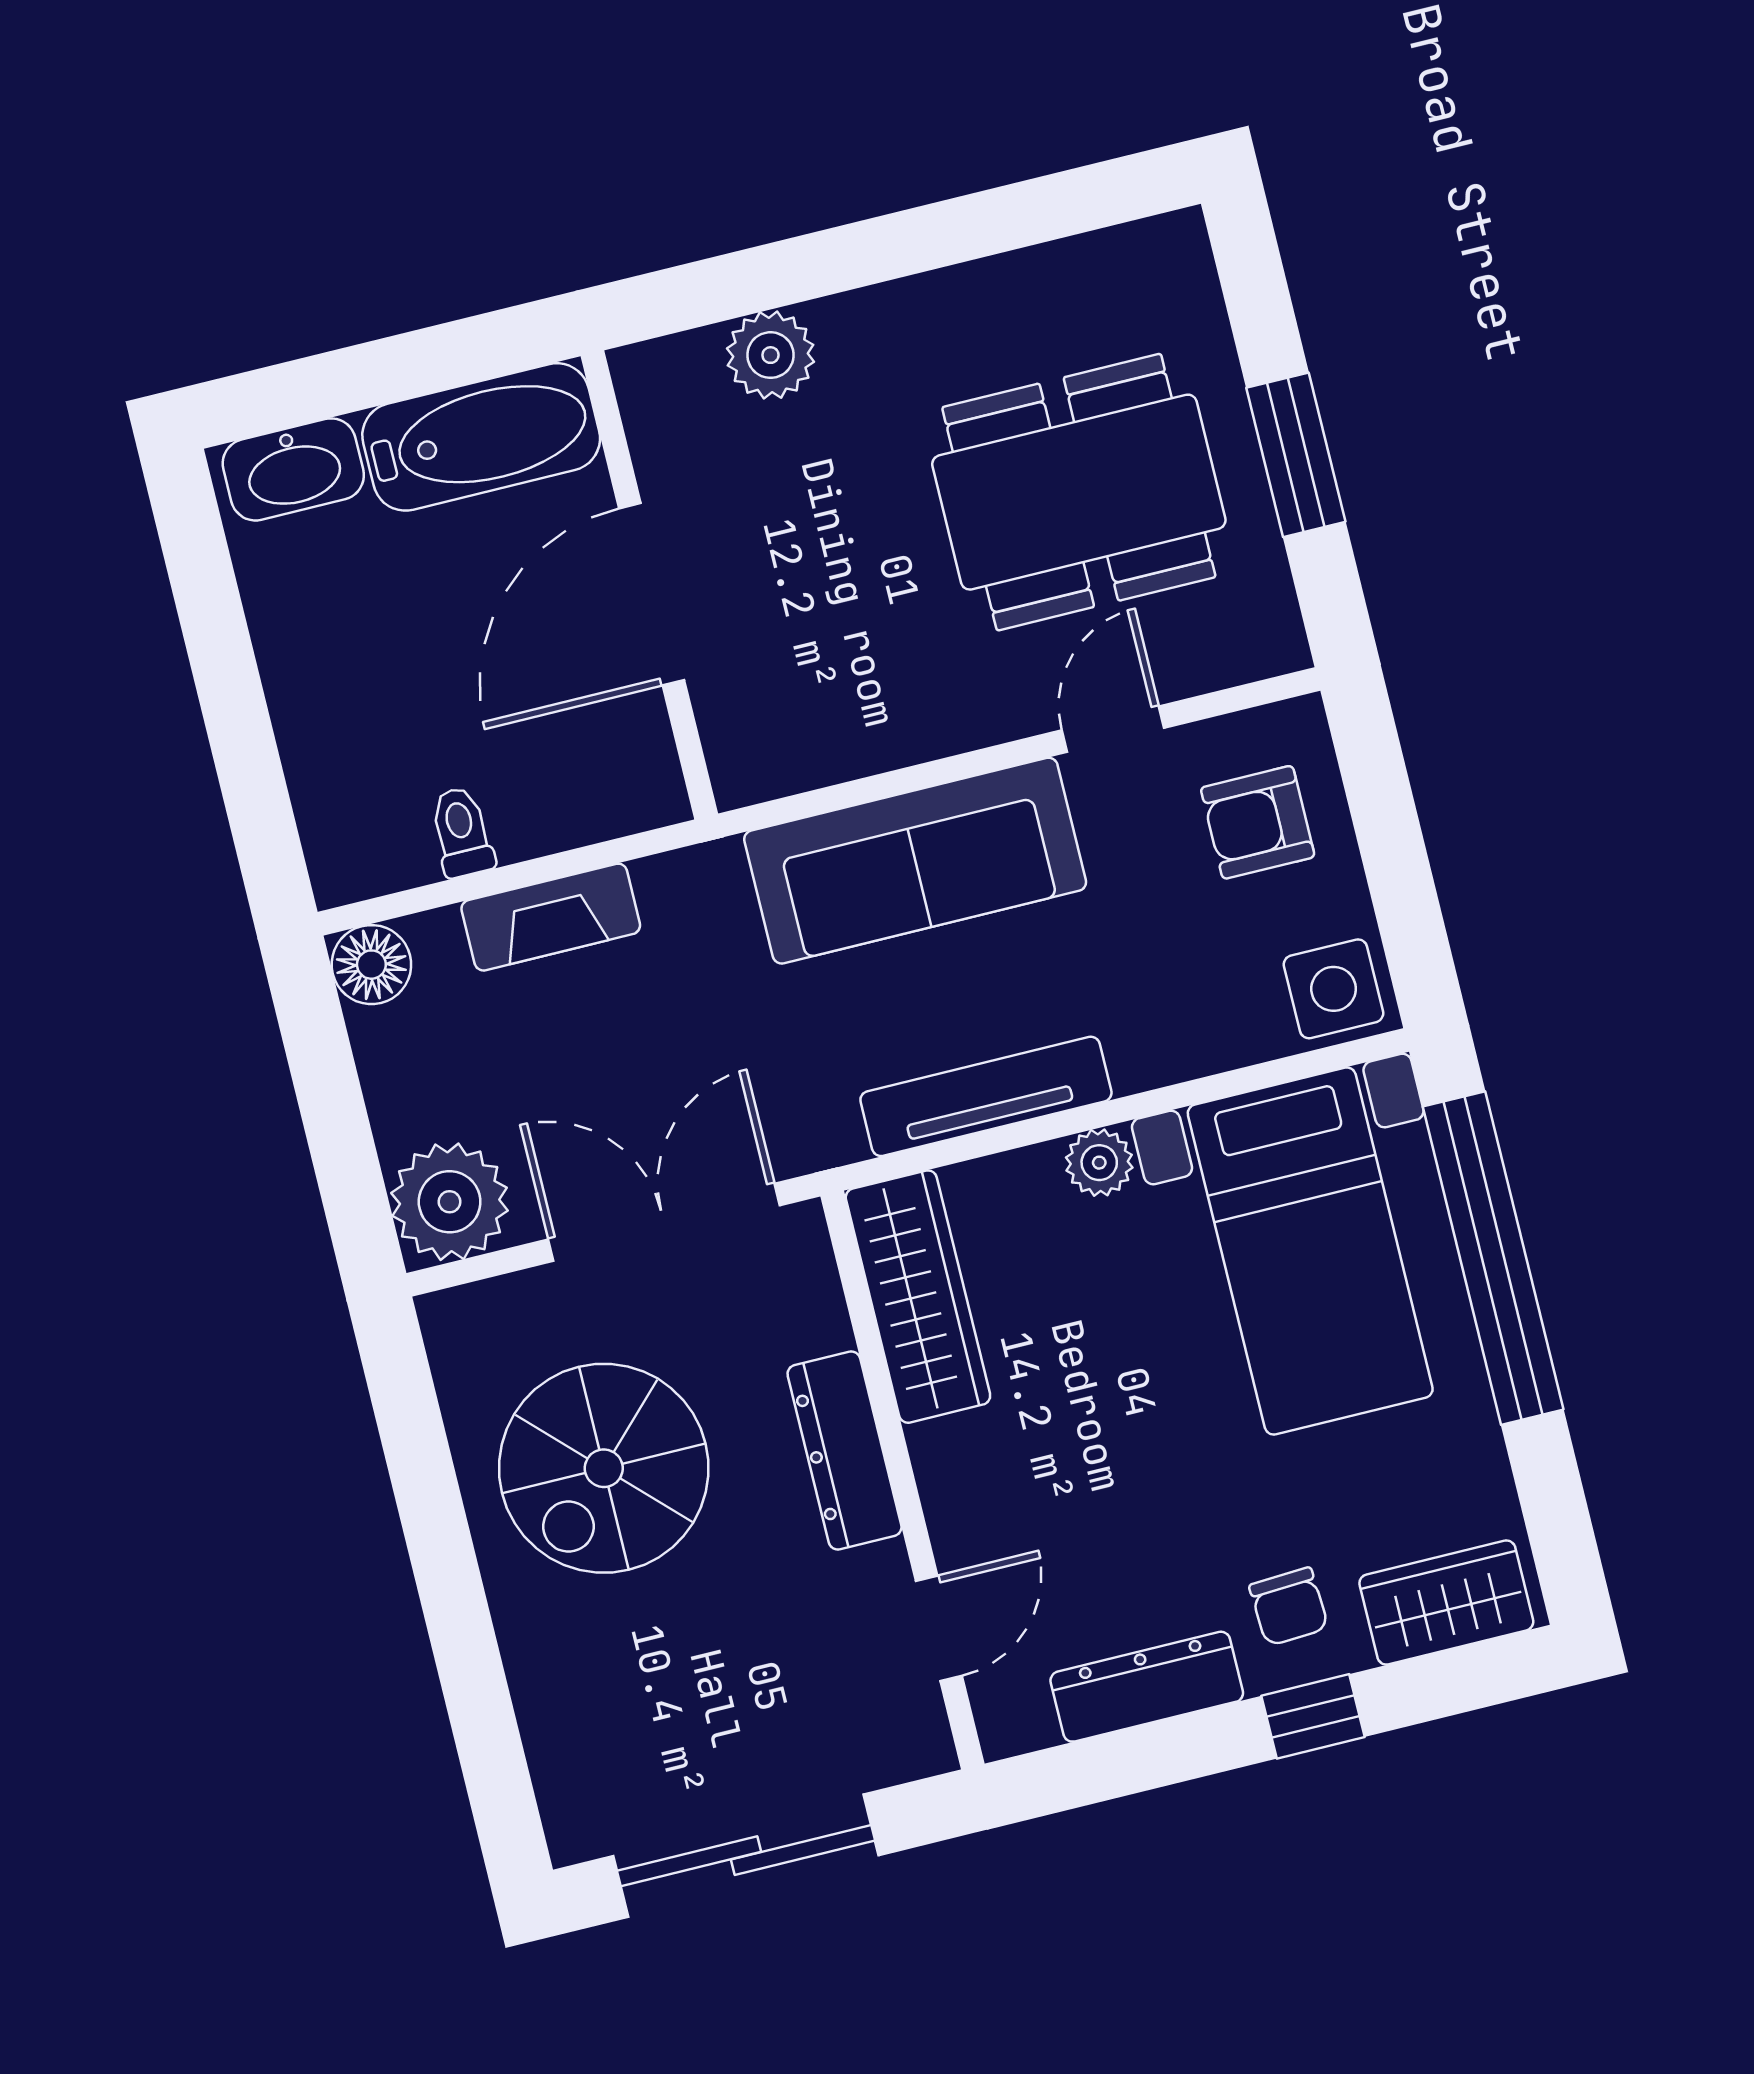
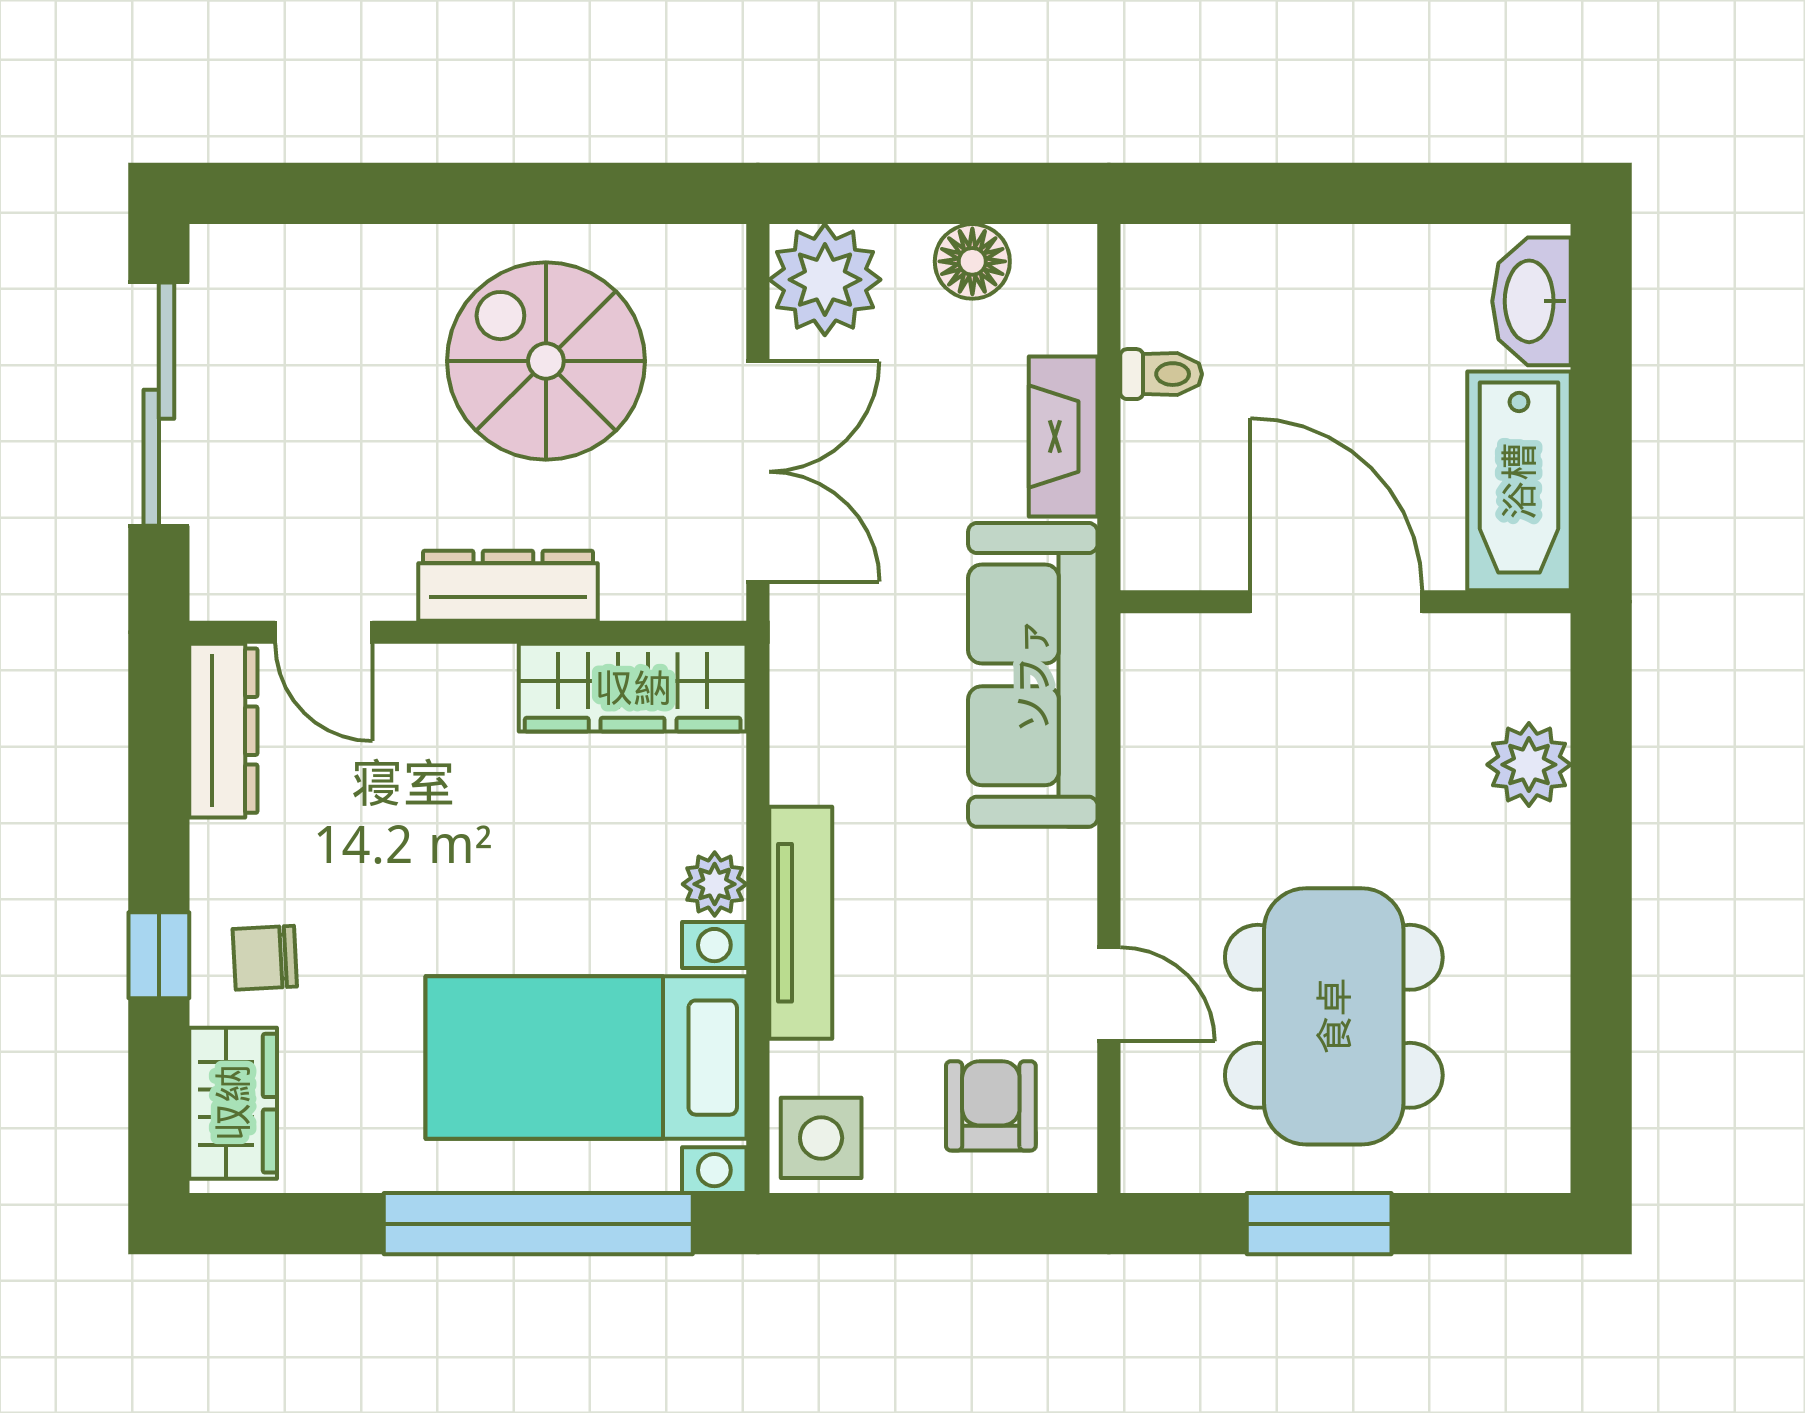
sofa: (915, 861) -> (1033, 675), moved
floor lamp: (371, 965) -> (972, 261), moved
tv unit: (986, 1096) -> (801, 923), moved
dresser: (1147, 1687) -> (223, 731), moved

